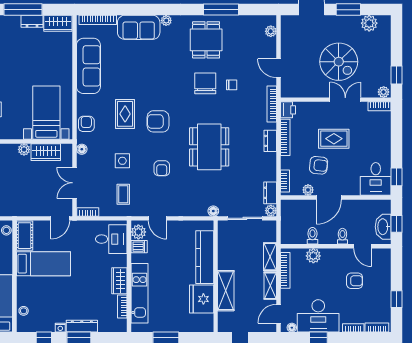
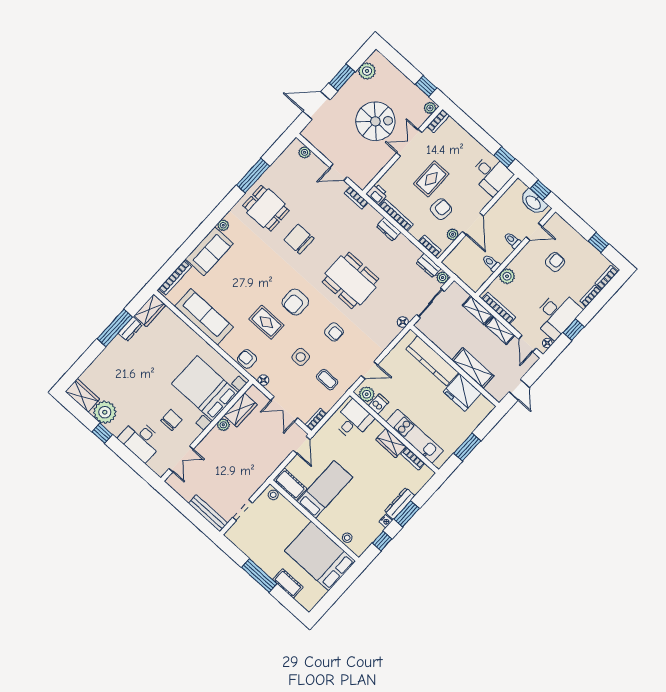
chair: (232, 85) -> (318, 220), removed
bookcase: (272, 104) -> (356, 198), width x0.64
bed with nightstands: (46, 113) -> (205, 388), width x1.36

